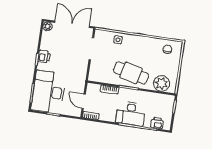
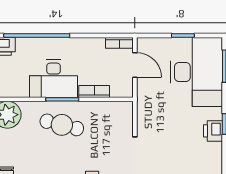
cafe table: (131, 73) -> (62, 125), width x0.73, depth x0.74
desk: (131, 114) -> (54, 79), moved, turned 180

